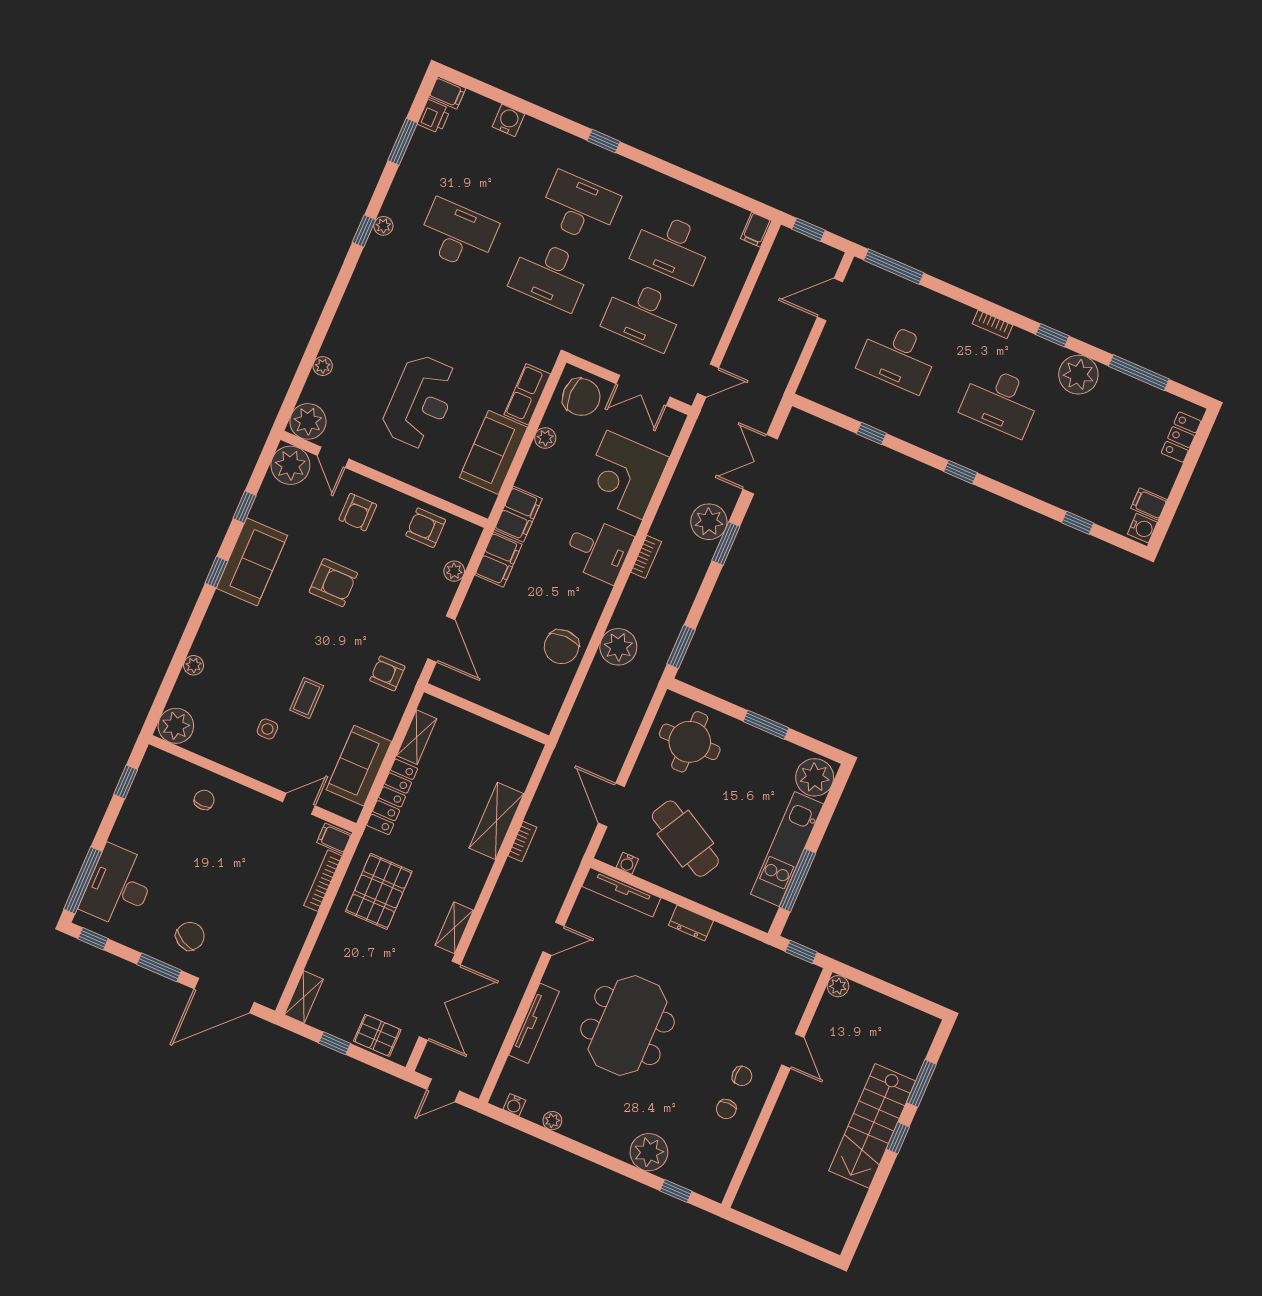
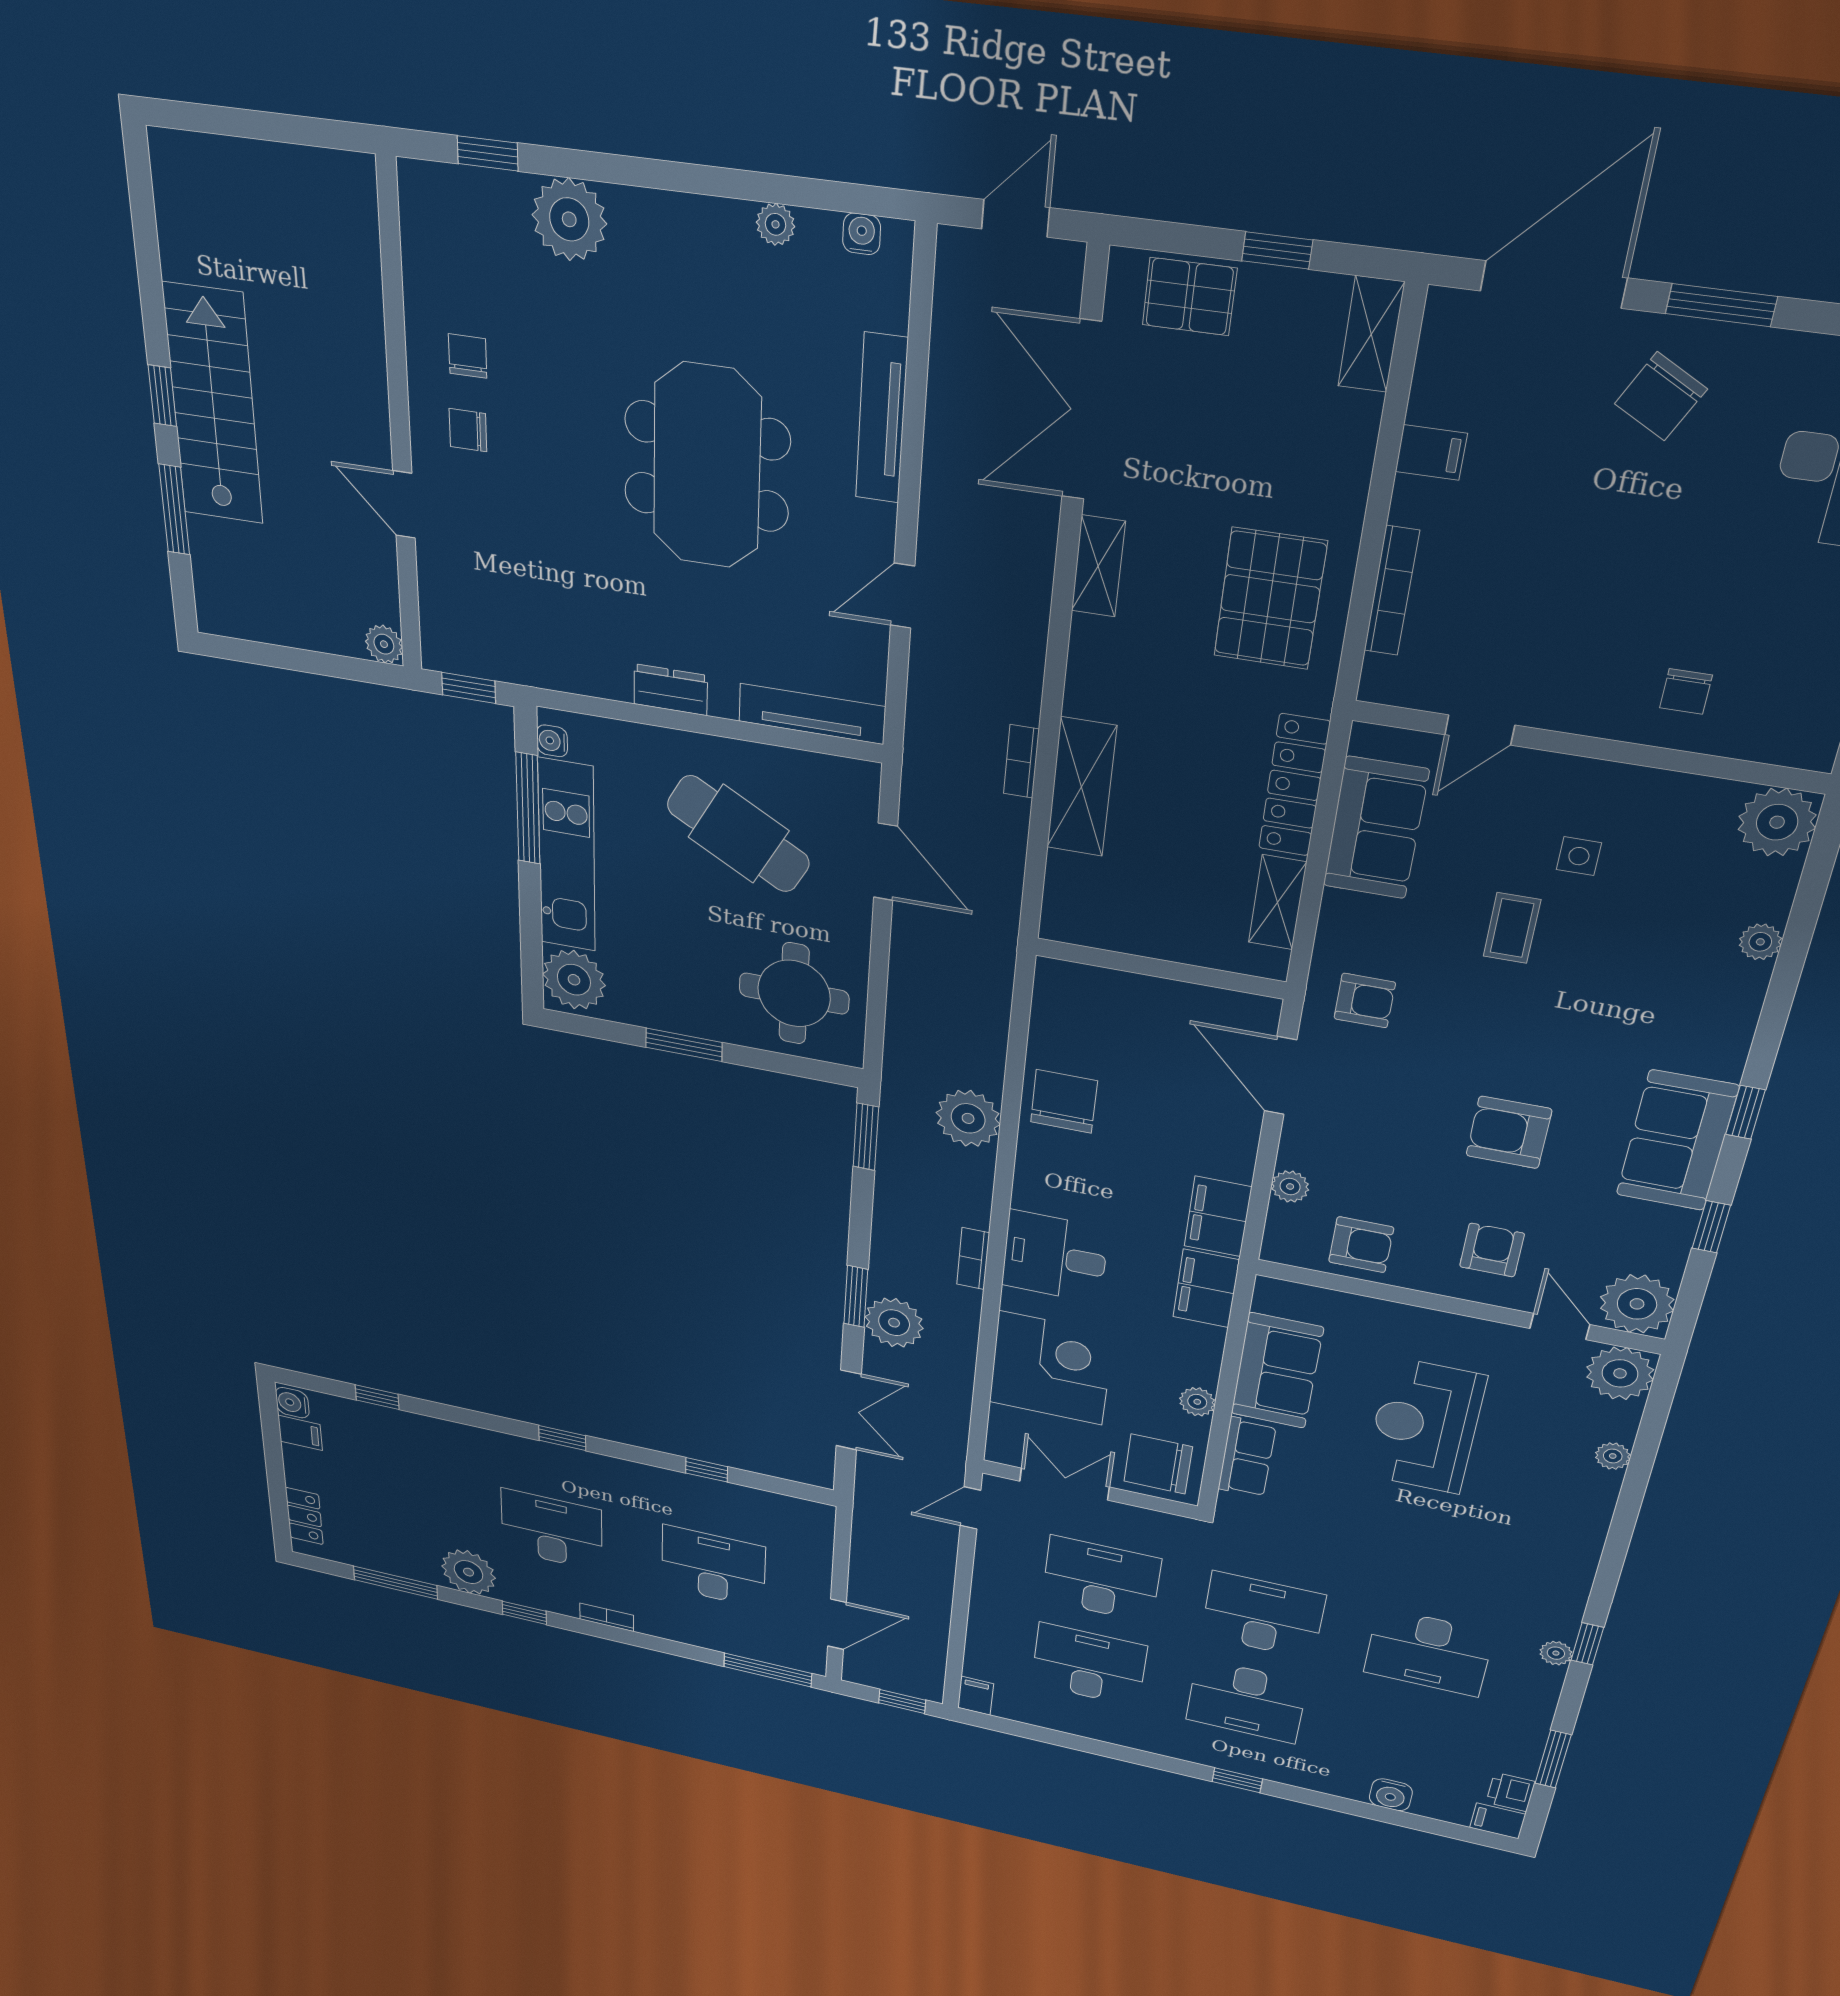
filing cabinet: (334, 838) -> (1431, 453), moved
water cooler: (627, 863) -> (552, 741), moved, turned -90

